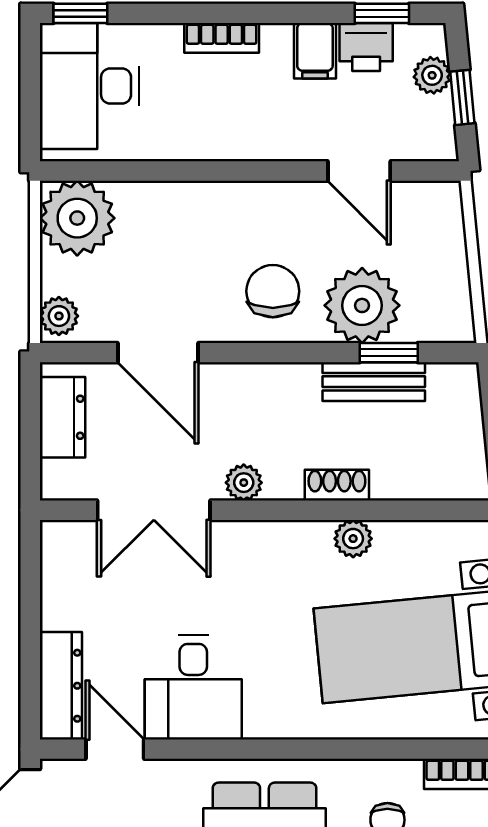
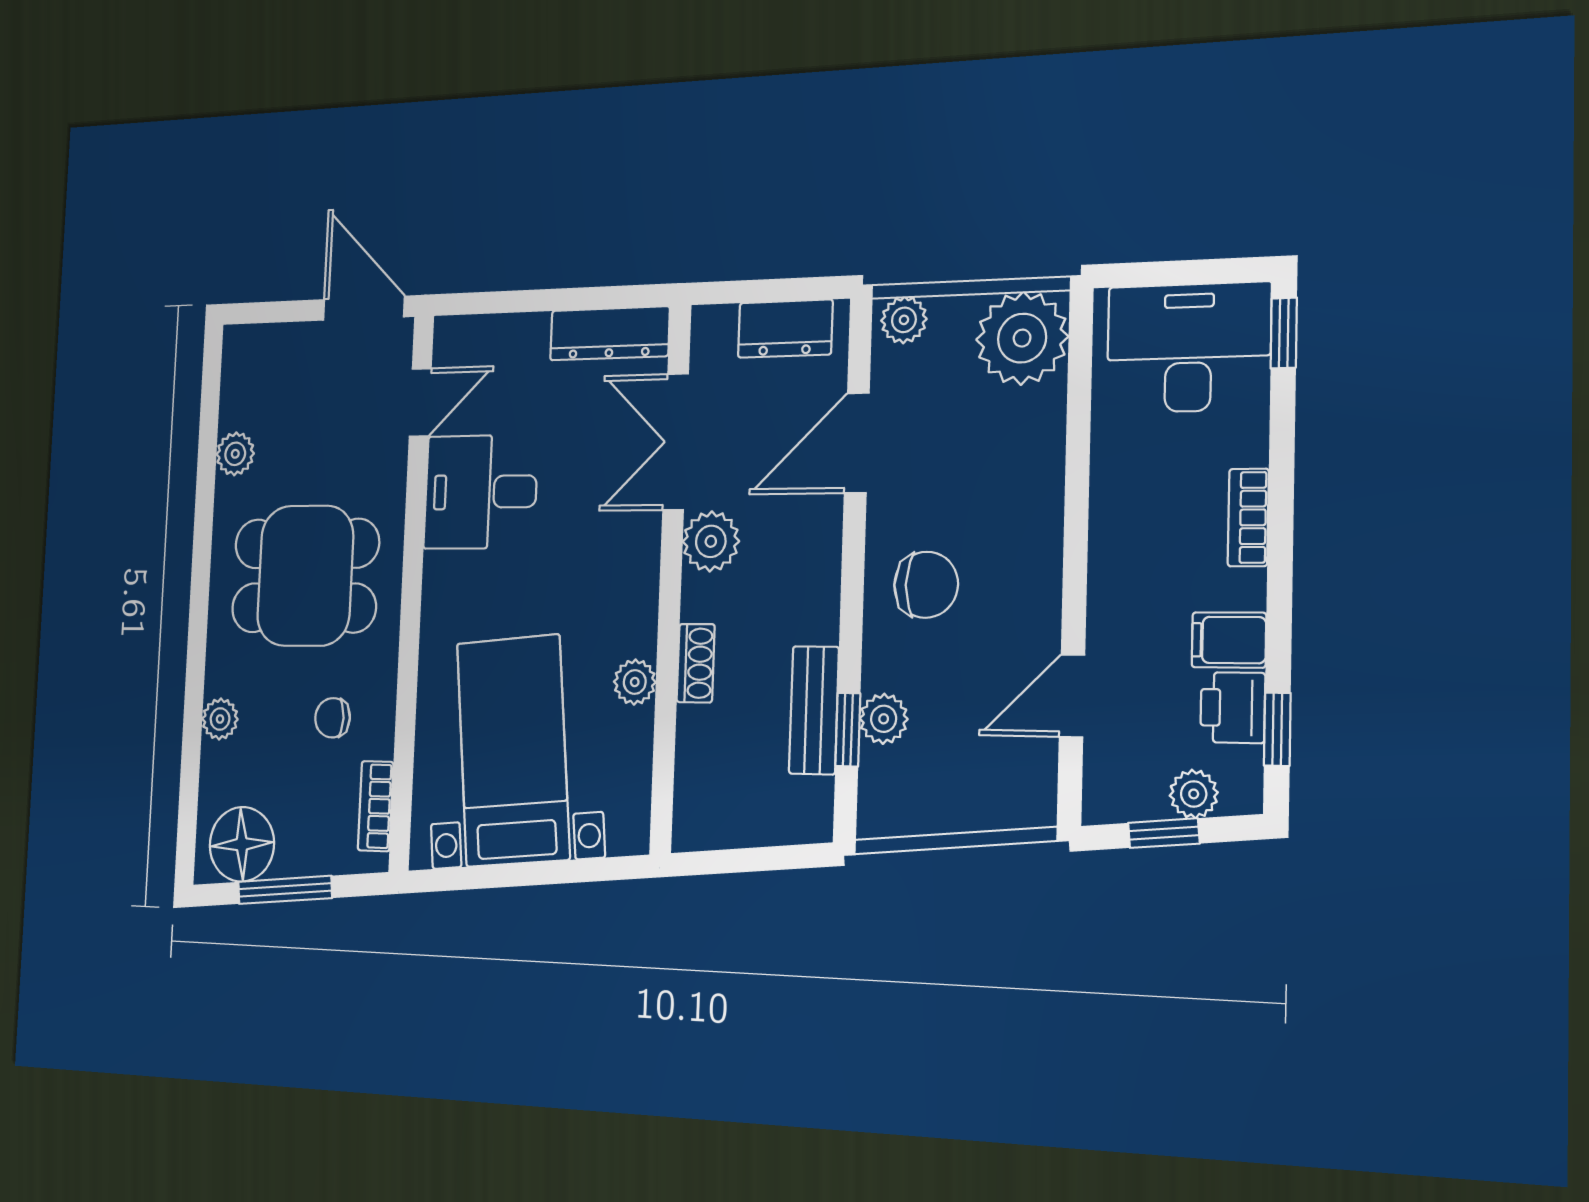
plant: (362, 305) -> (884, 719), width x0.53, depth x0.53
plant: (244, 483) -> (711, 541), width x1.38, depth x1.38
dresser: (61, 686) -> (610, 333), moved

